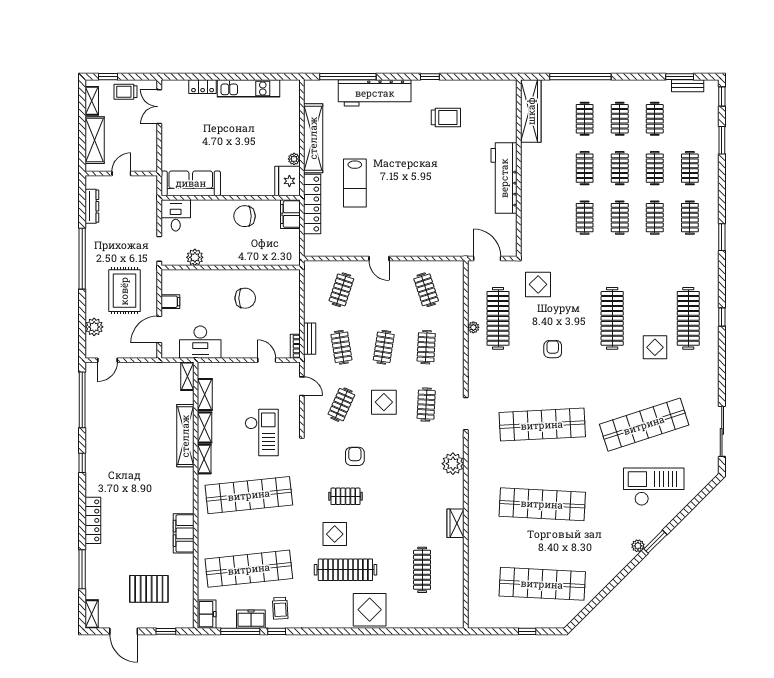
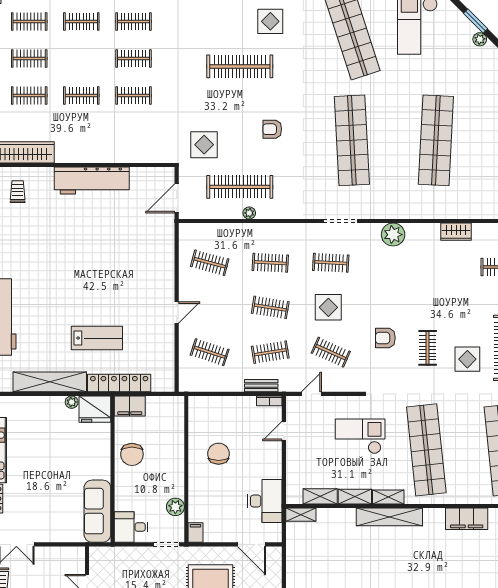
trolley: (446, 117) -> (18, 192), moved, width x0.73, depth x0.72
clothes rail: (620, 168) -> (81, 59), removed
clothes rail: (426, 290) -> (210, 263), turned 33
filing cabinet: (170, 302) -> (196, 533), moved
shelving: (185, 436) -> (389, 517), moved

